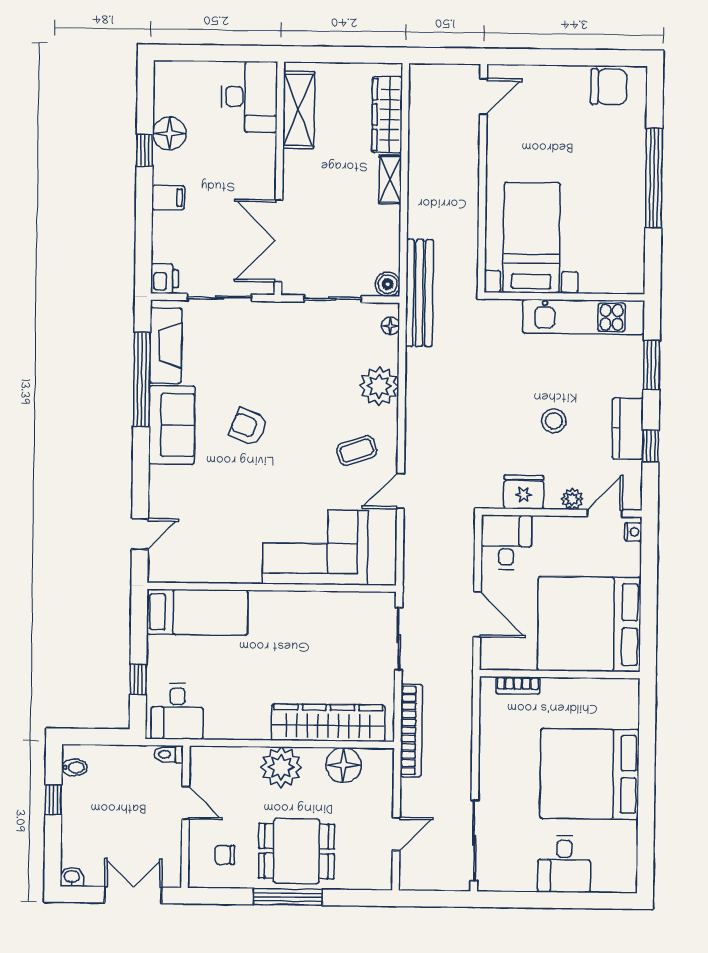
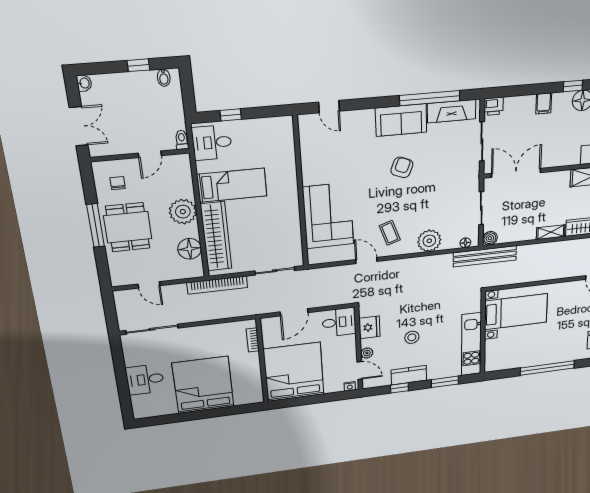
bed: (197, 612) -> (232, 185), moved, turned -90

